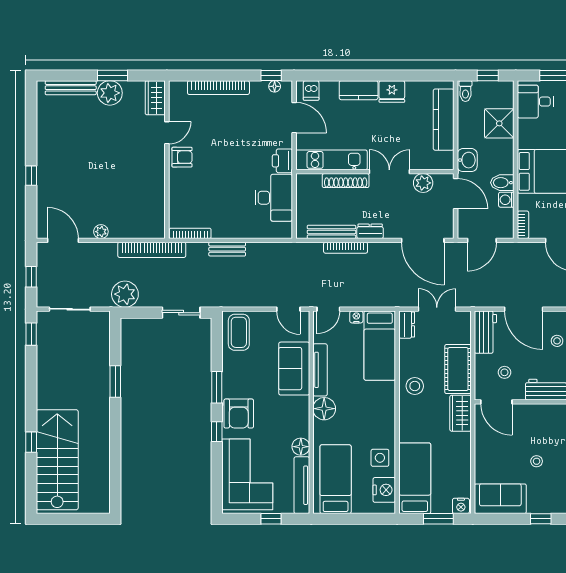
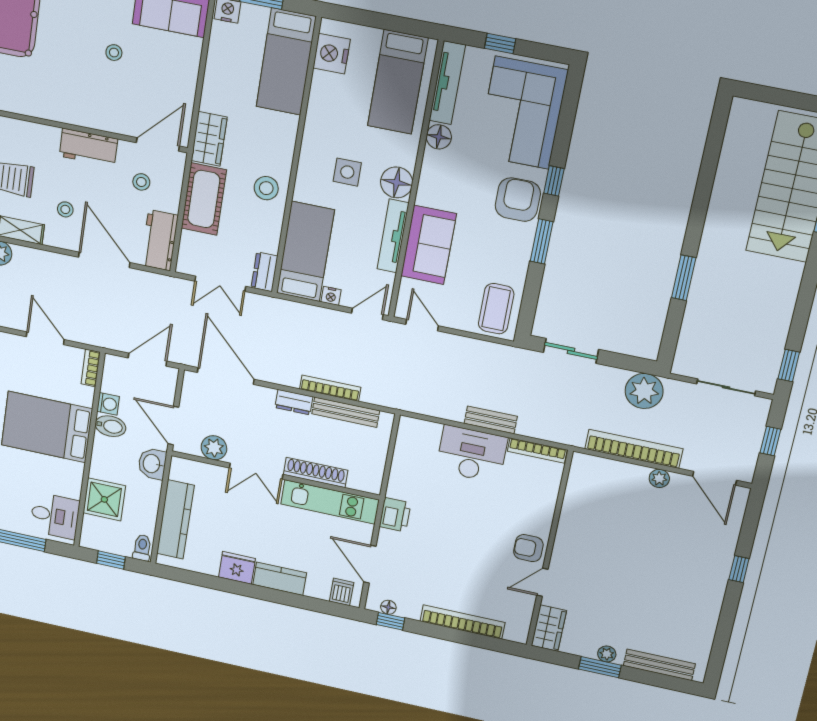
plant: (110, 93) -> (607, 654), width x0.53, depth x0.53
desk: (274, 198) -> (472, 454), moved, turned 90
bookcase: (152, 250) -> (634, 449), moved
door: (496, 402) -> (158, 144), hinge flipped
side table: (380, 458) -> (347, 172), moved

